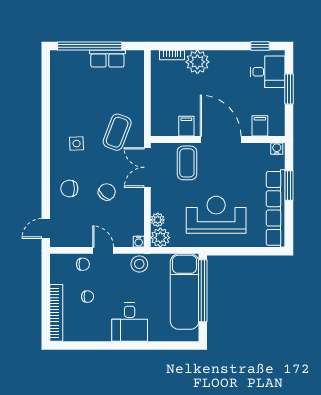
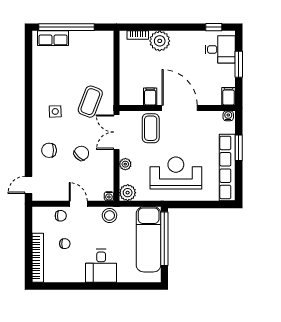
row of seats: (107, 59) -> (53, 38), moved
filing cabinet: (260, 126) -> (228, 96), moved
plant: (158, 220) -> (125, 164), moved

